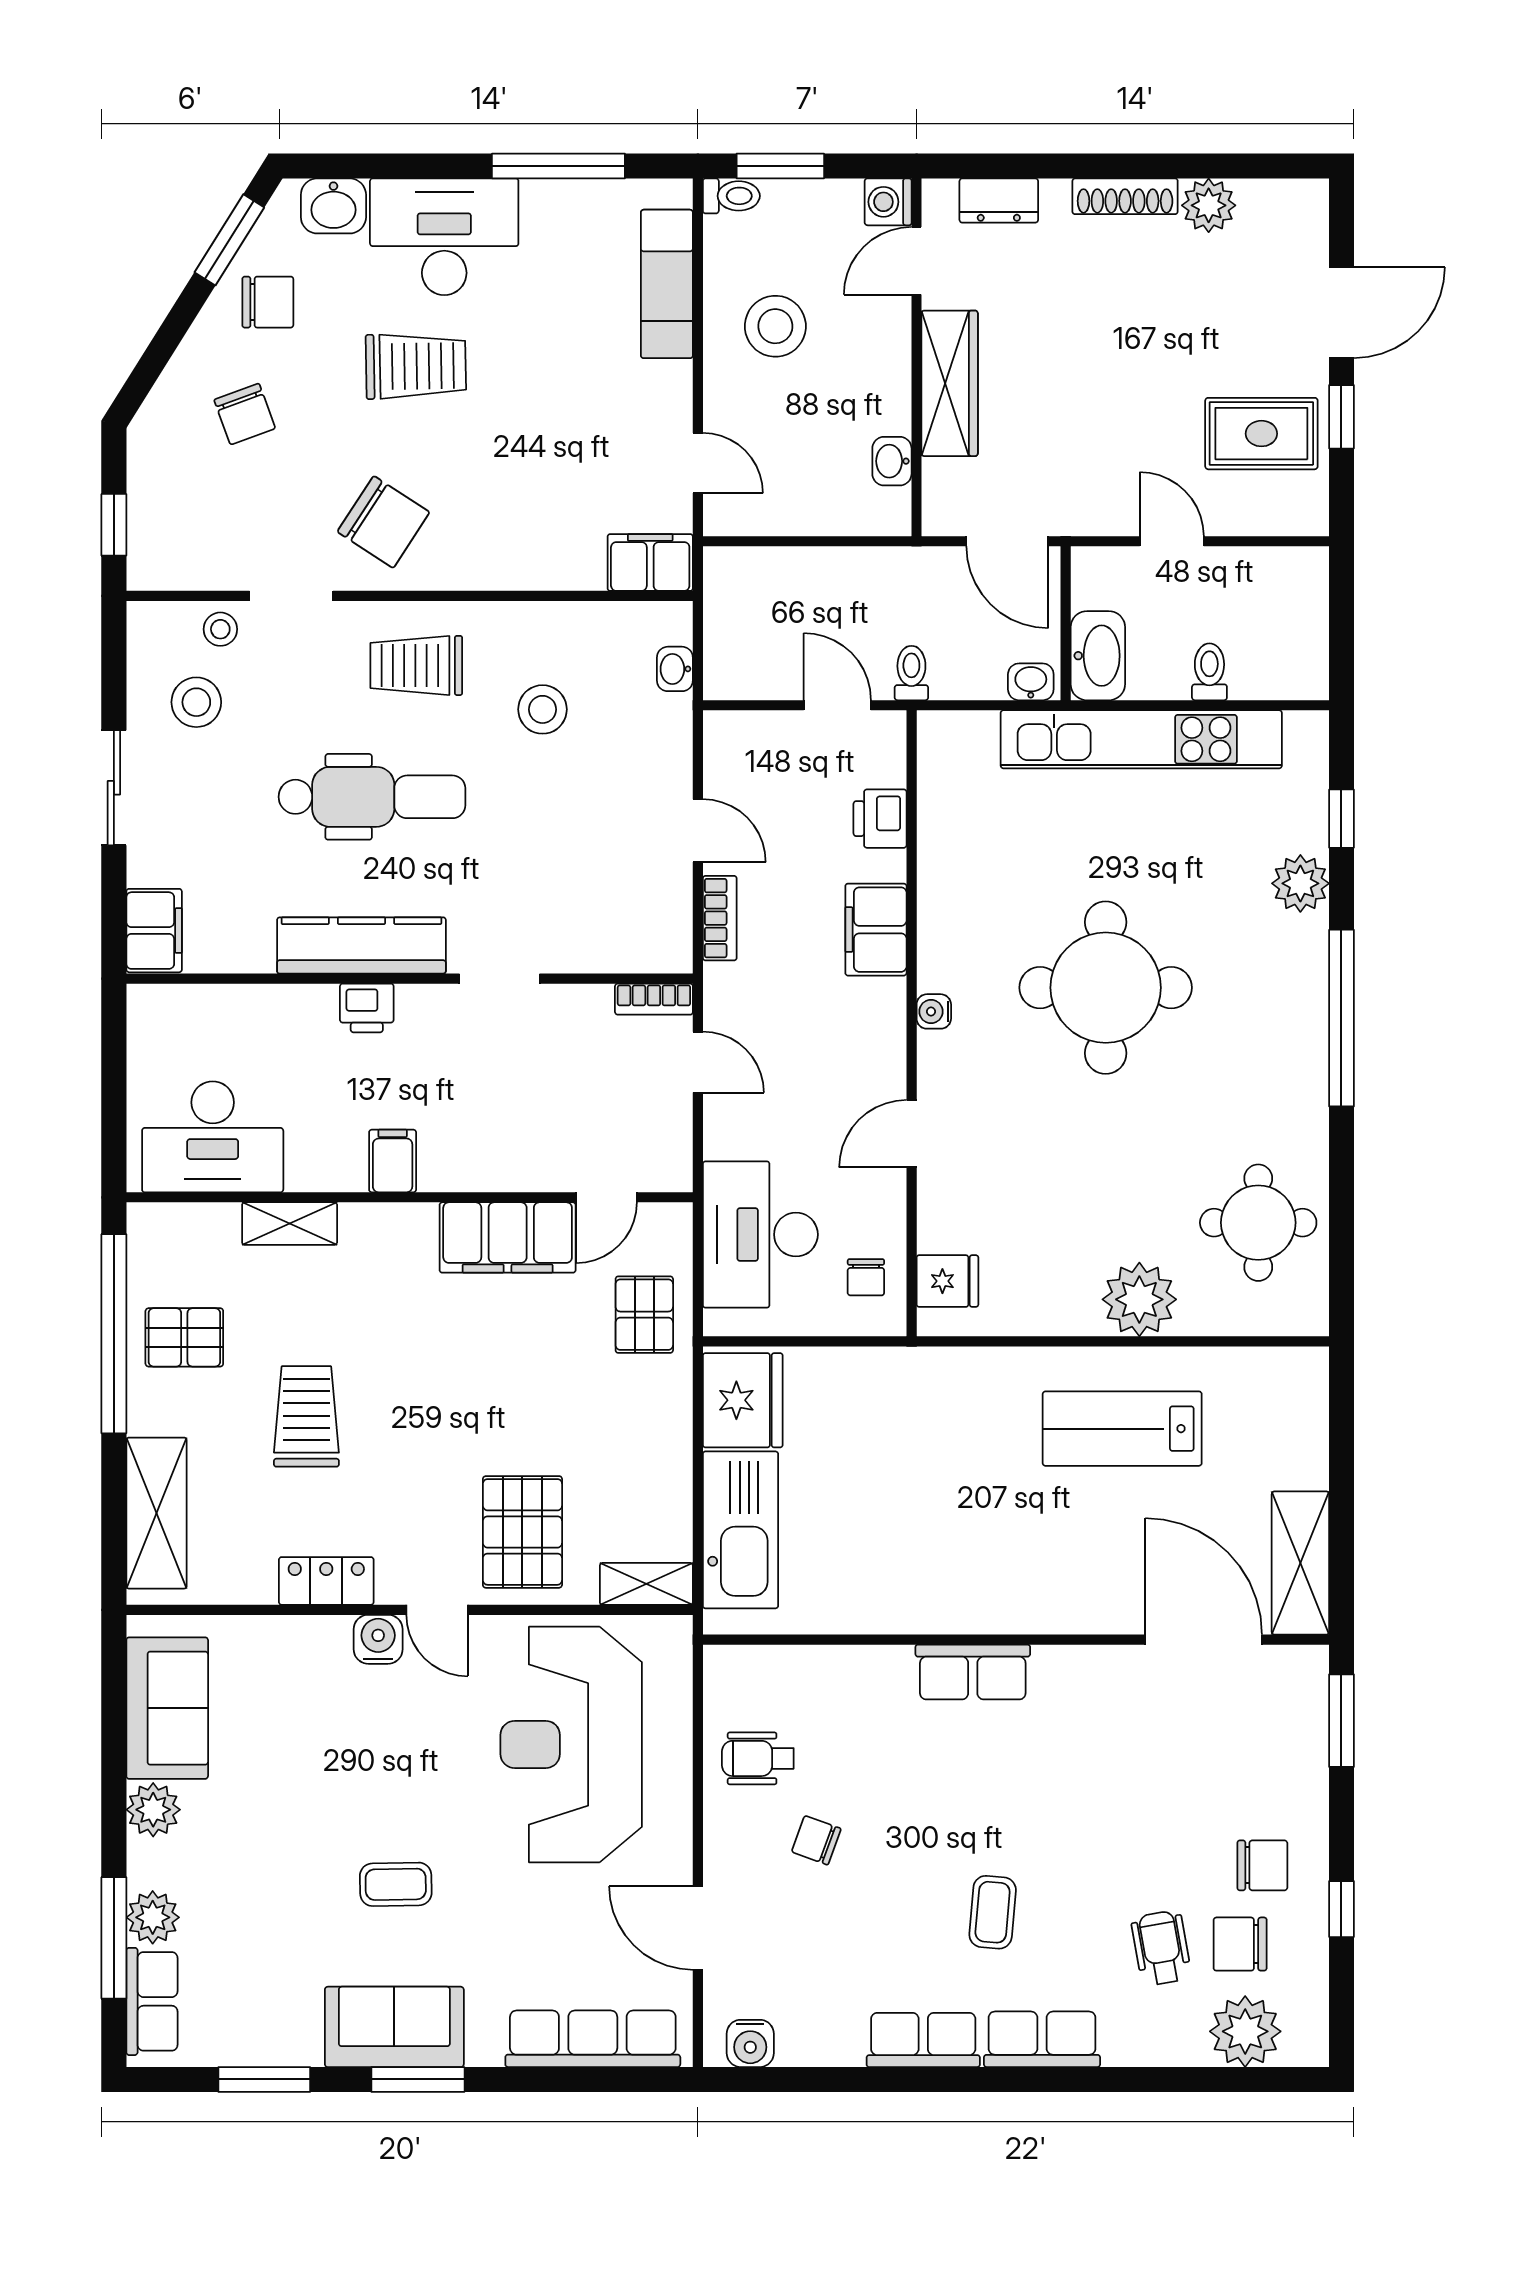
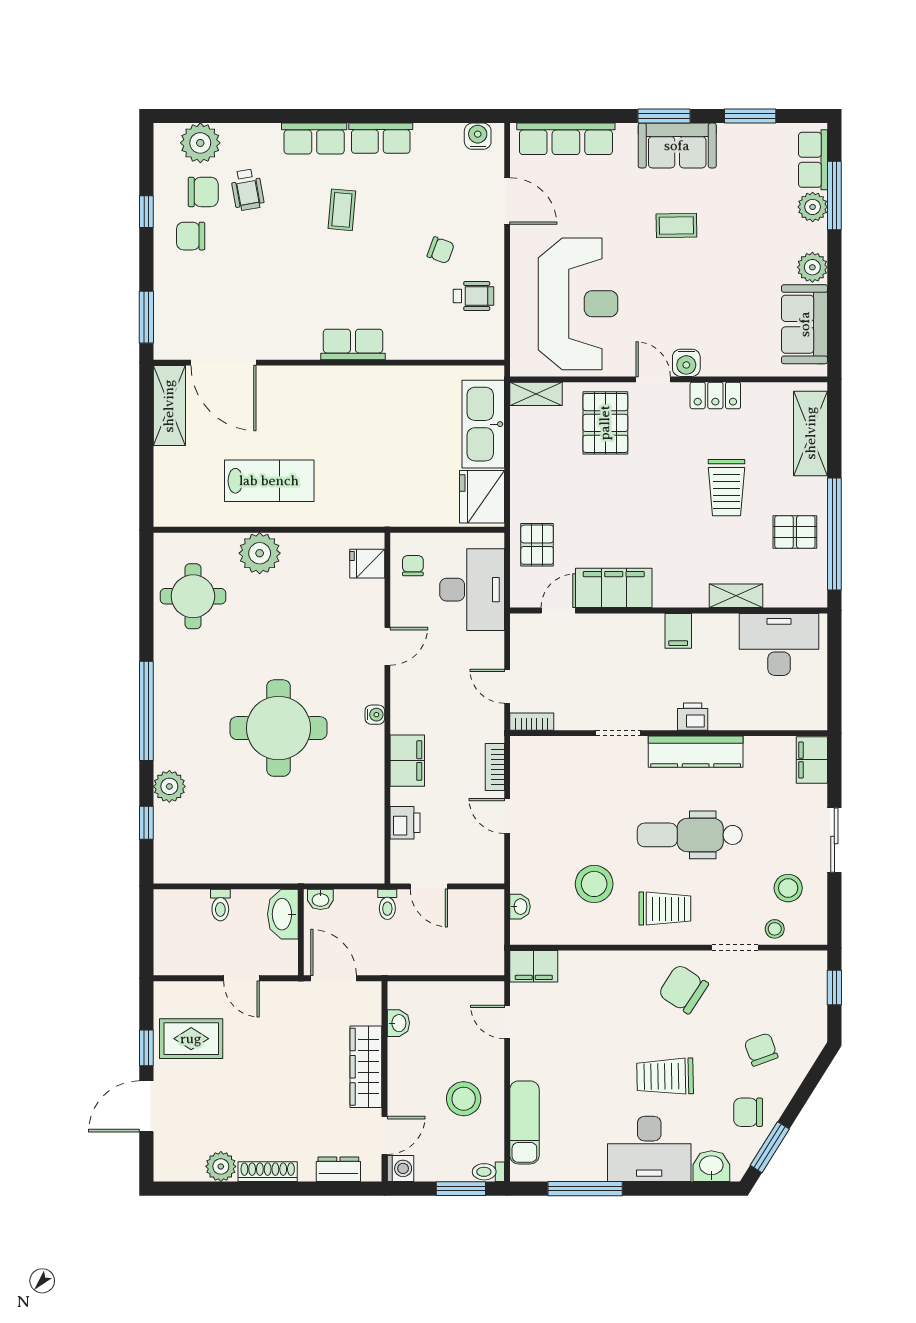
stool: (543, 709) -> (594, 884), width x1.38, depth x1.38
kitchen unit: (1141, 739) -> (259, 867), removed

